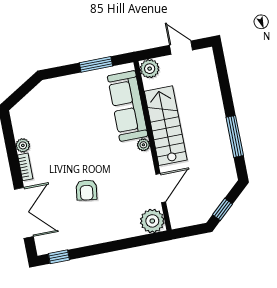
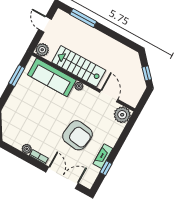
door: (181, 48) -> (45, 24), hinge flipped
window: (235, 136) -> (83, 18), moved
armchair: (86, 190) -> (77, 135), width x1.88, depth x1.88
fireplace: (87, 239) -> (103, 156), added
window: (59, 257) -> (106, 168), moved

